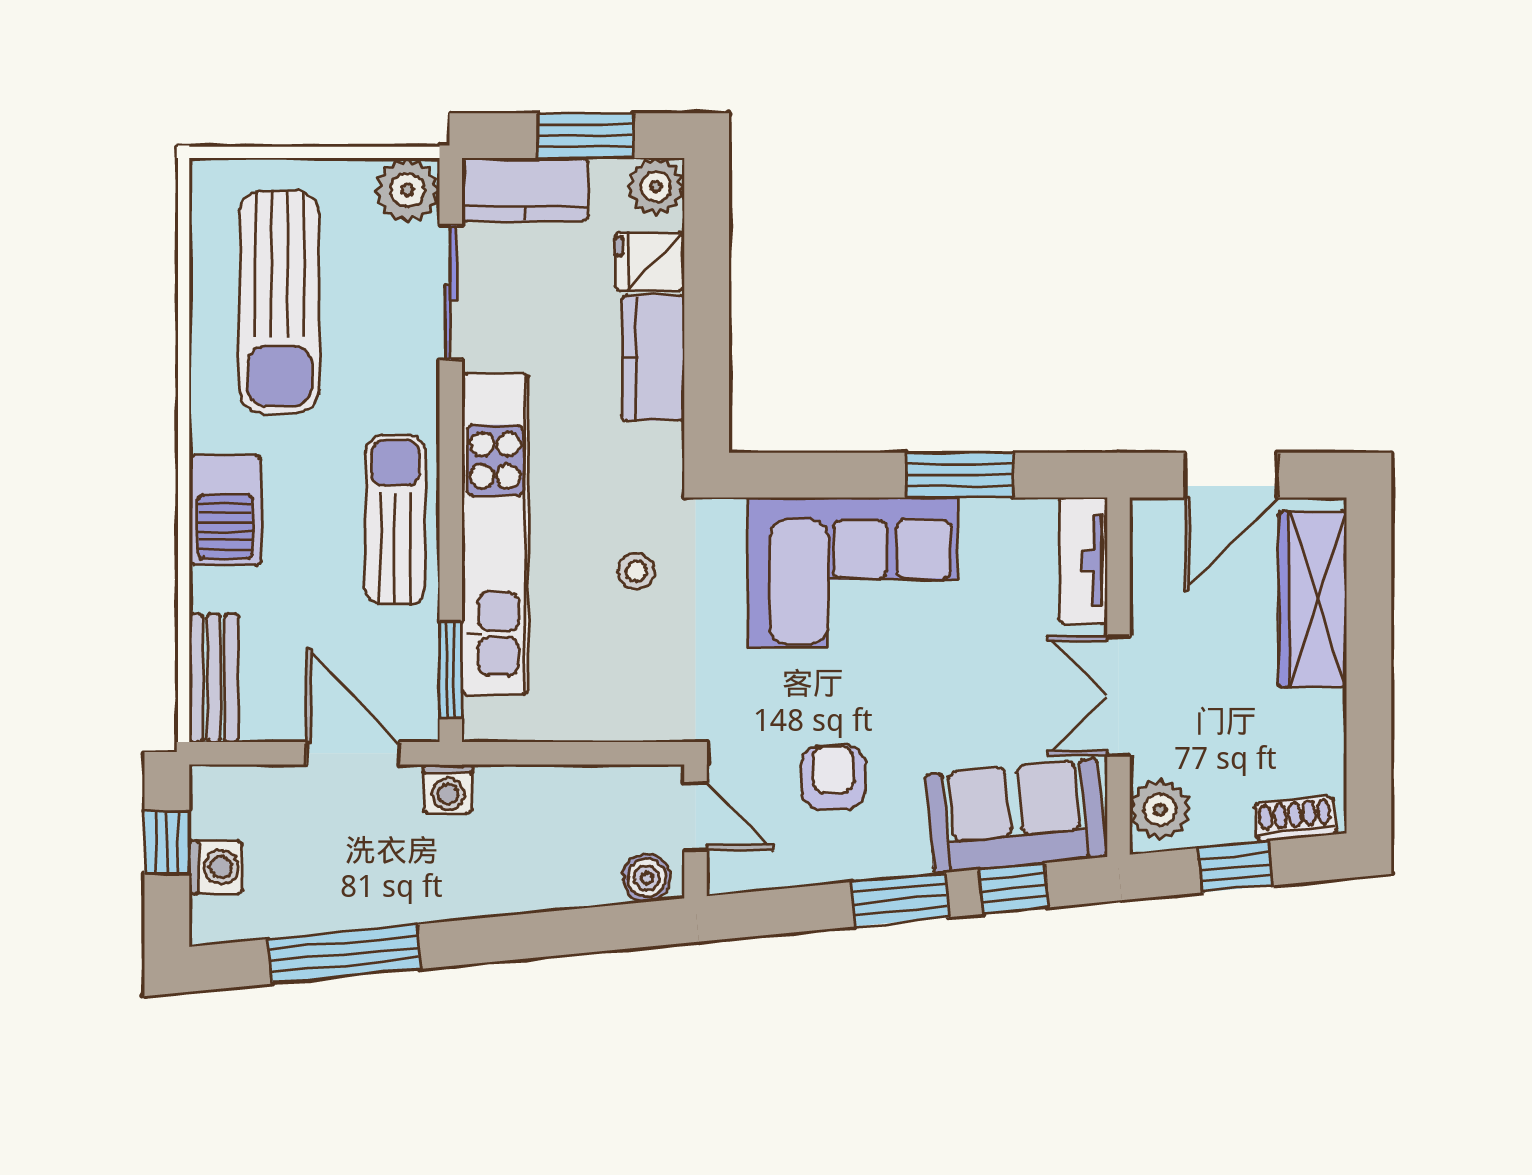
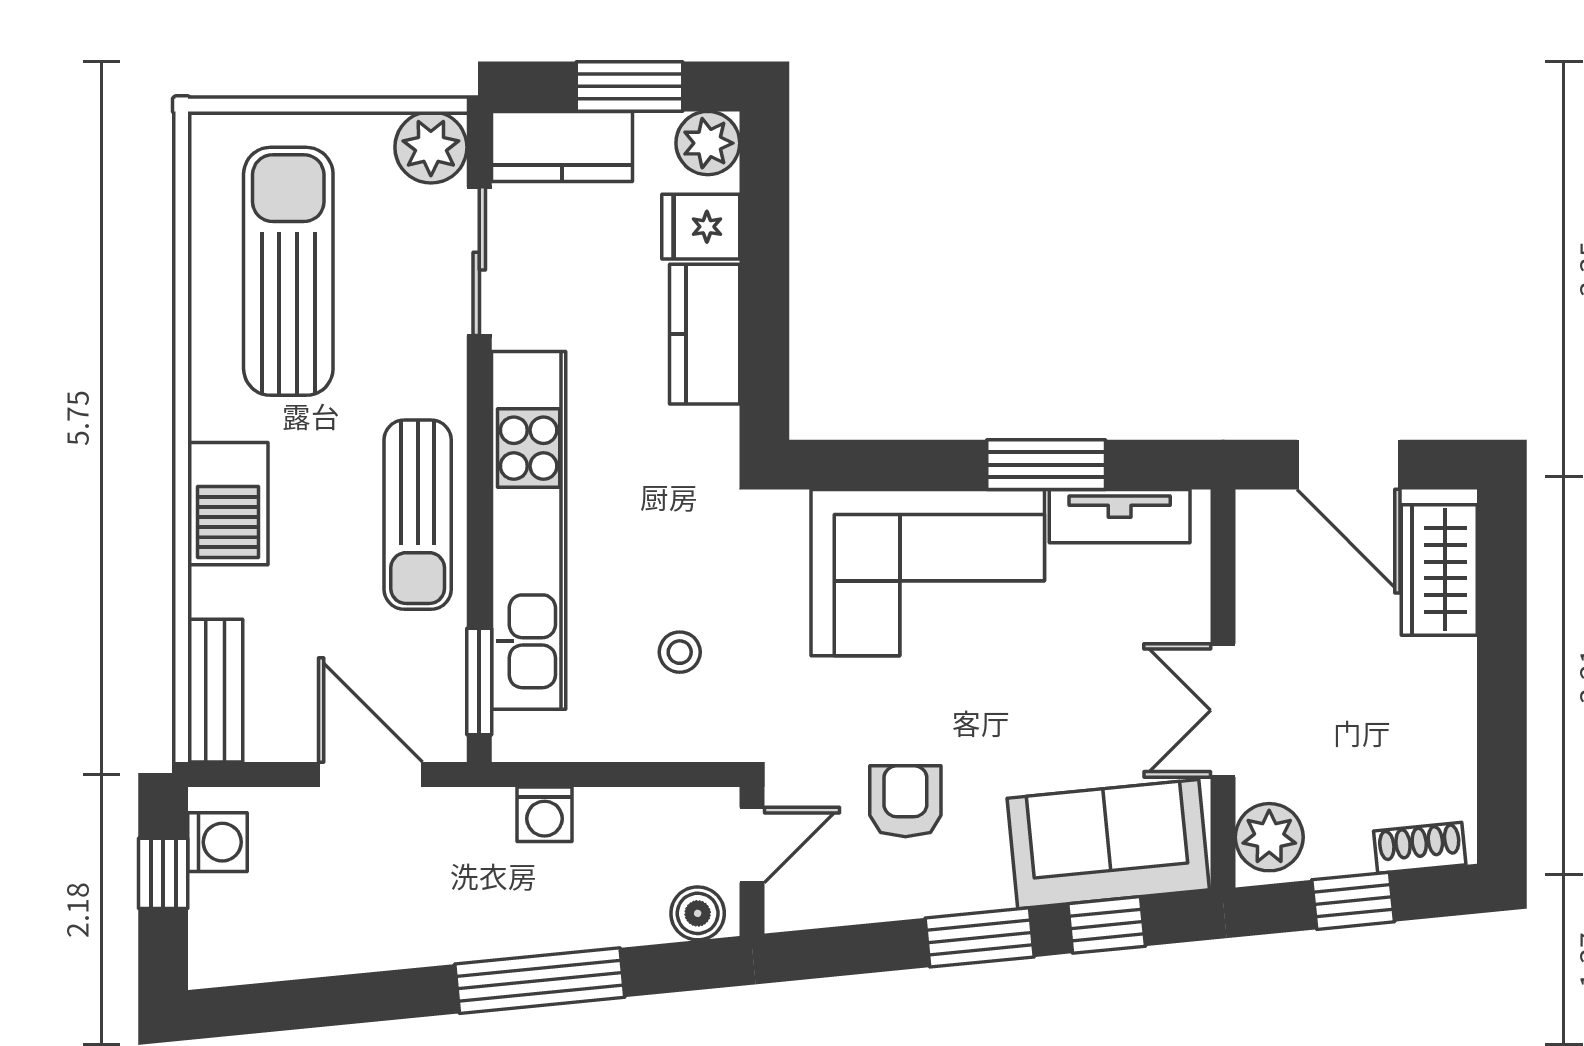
sun lounger: (279, 302) -> (288, 271), turned 180
door: (1231, 475) -> (1349, 465), hinge flipped
sun lounger: (395, 520) -> (418, 515), turned 180
tv unit: (1083, 560) -> (1120, 516), moved, turned -90
stool: (636, 571) -> (680, 652), moved
wardrobe: (1313, 599) -> (1439, 570), width x0.67
washing machine: (448, 789) -> (545, 814), moved
door: (696, 817) -> (752, 845), hinge flipped
washing machine: (216, 867) -> (218, 842), moved
window: (344, 954) -> (540, 981), moved

